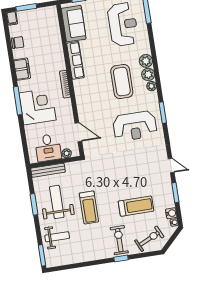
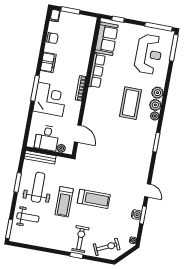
reception desk: (135, 126) -> (128, 145), removed
treadmill: (136, 206) -> (94, 199), moved
water cooler: (171, 213) -> (136, 215), moved

